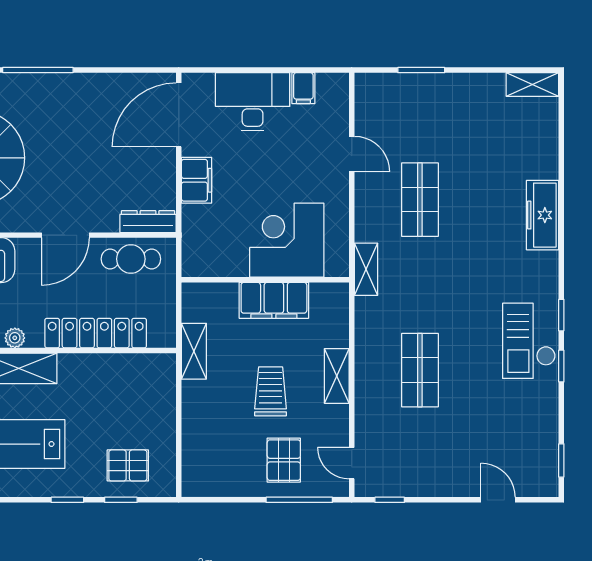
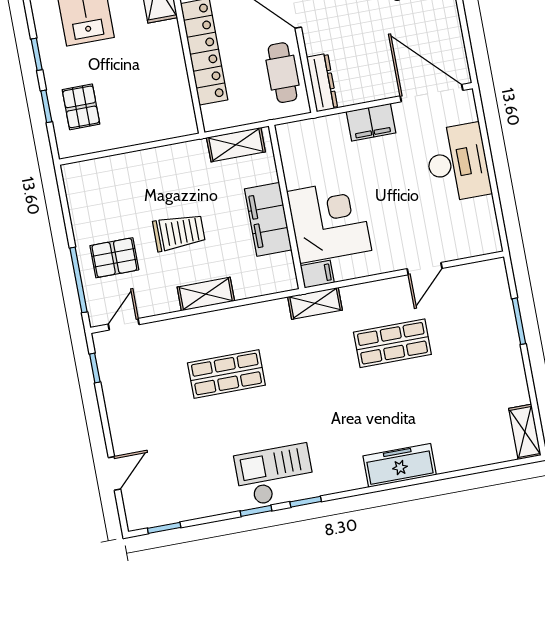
filing cabinet: (303, 88) -> (317, 274), moved, turned 180
shelving: (194, 351) -> (236, 145), moved

